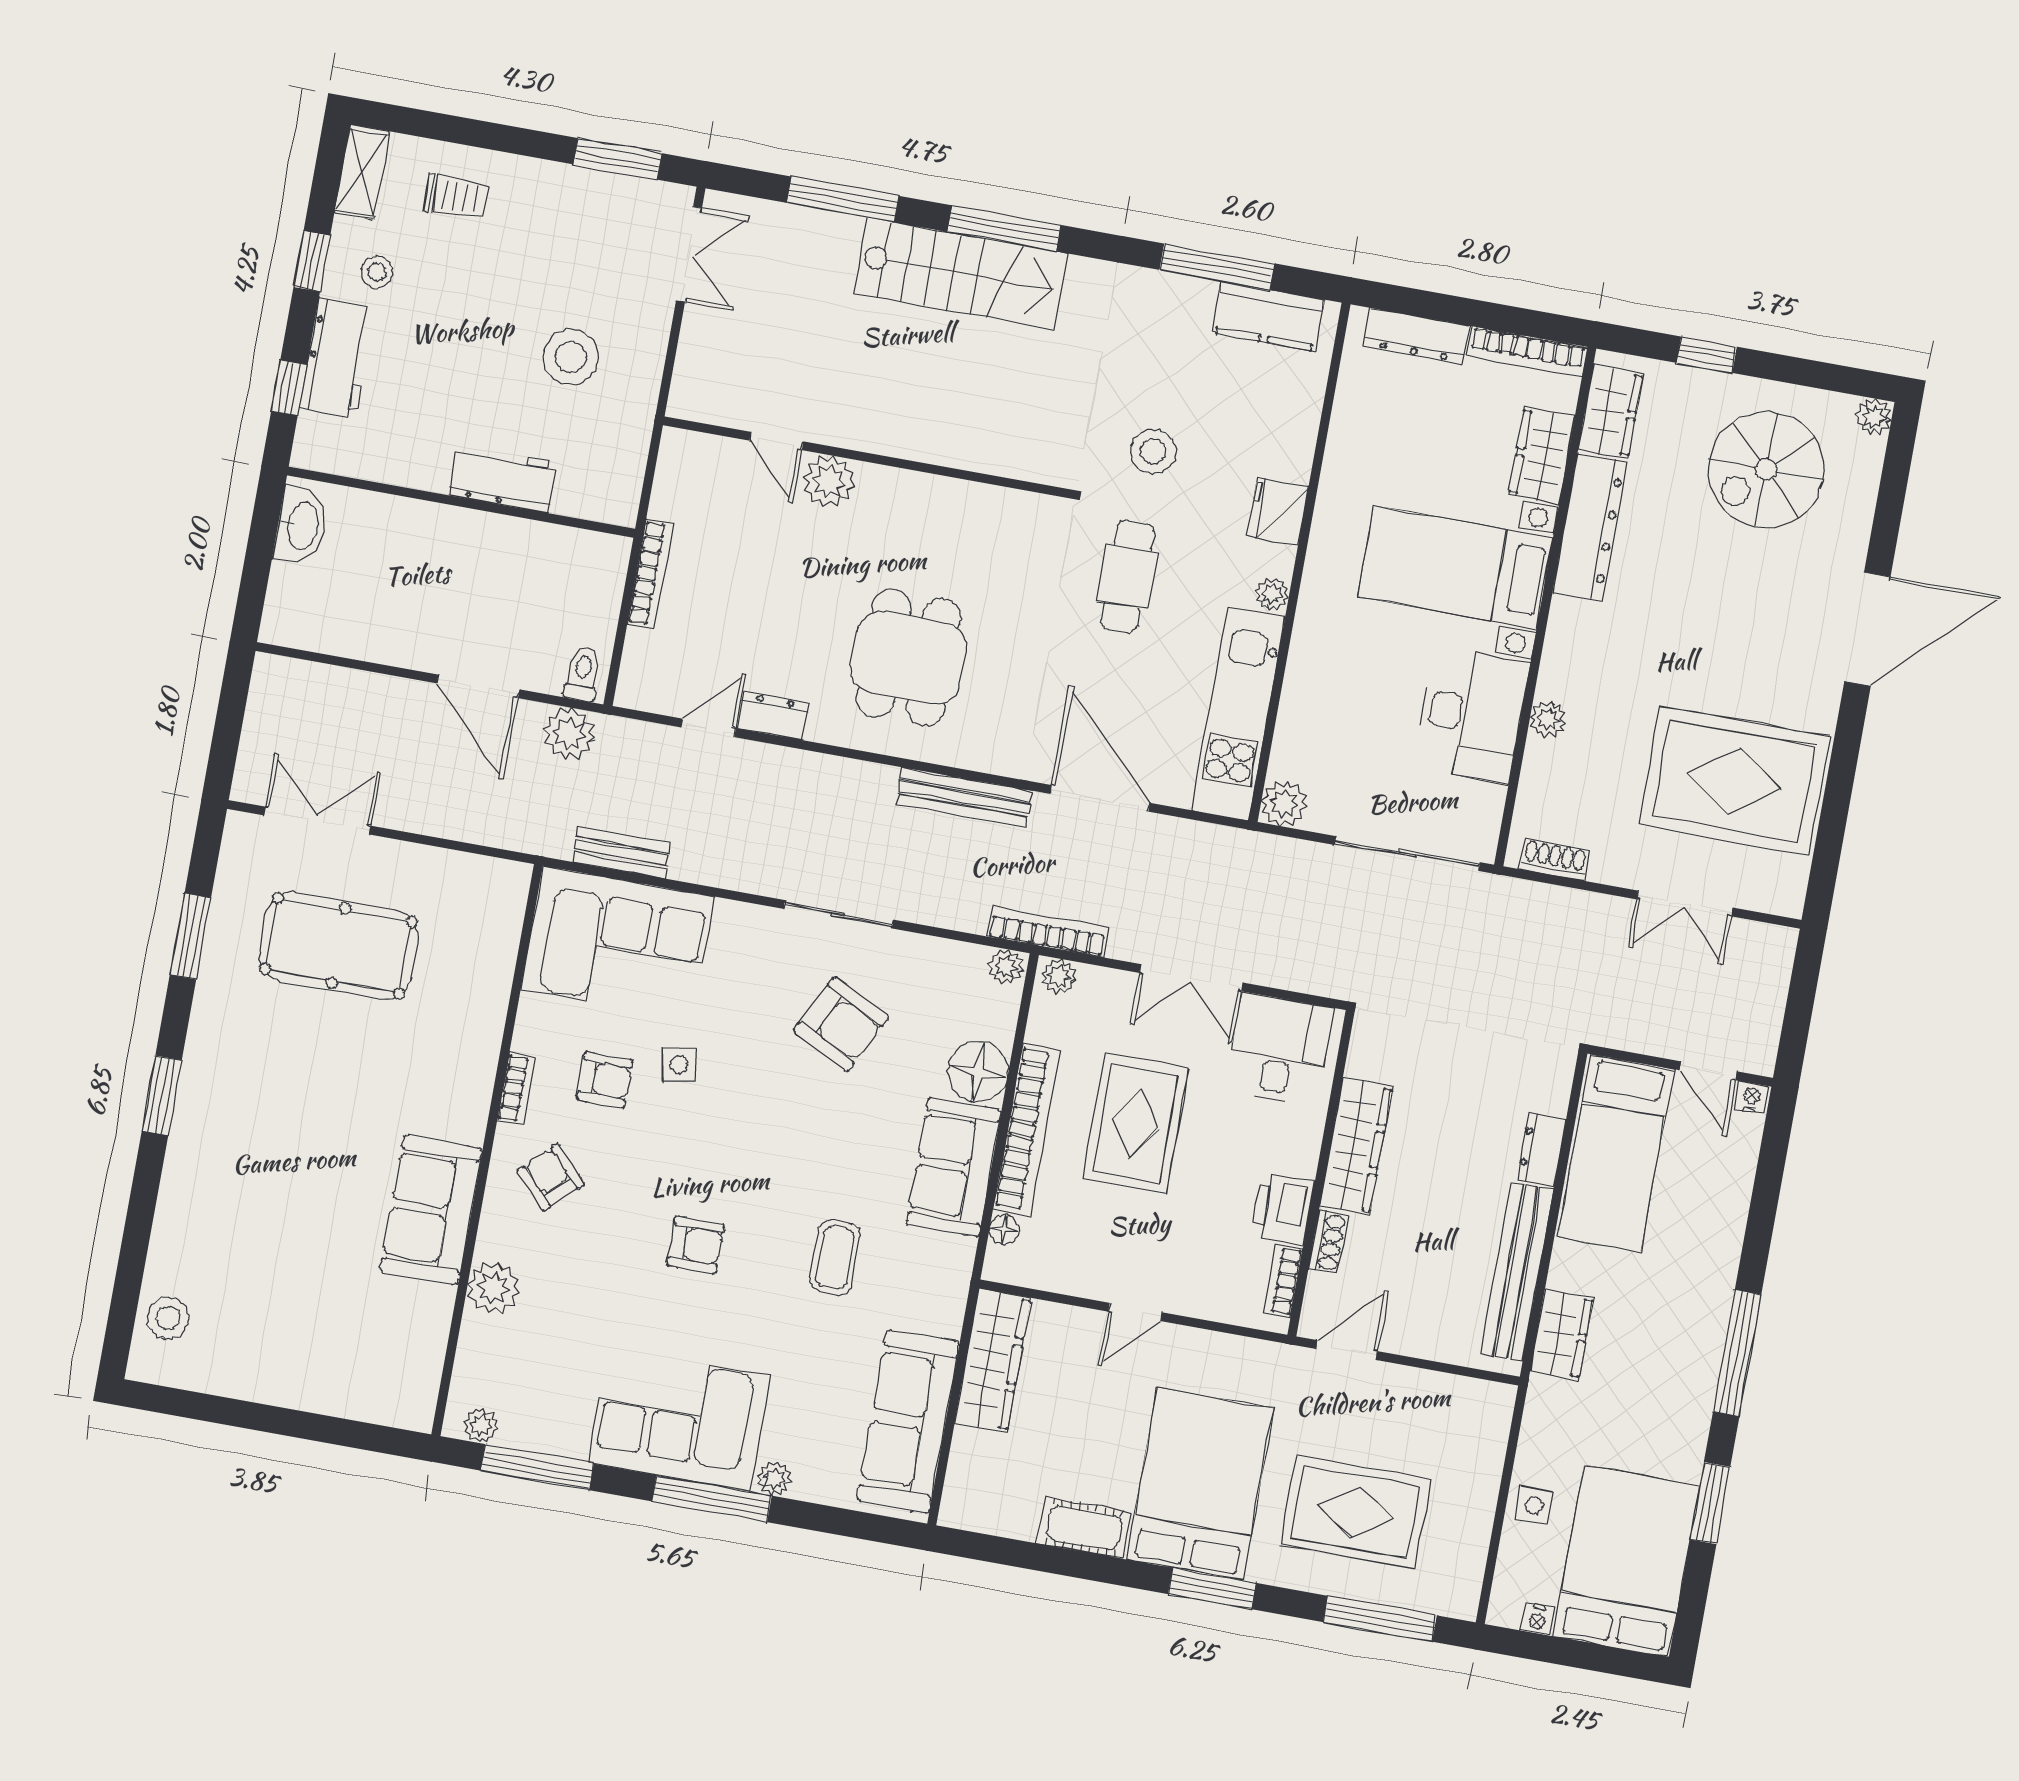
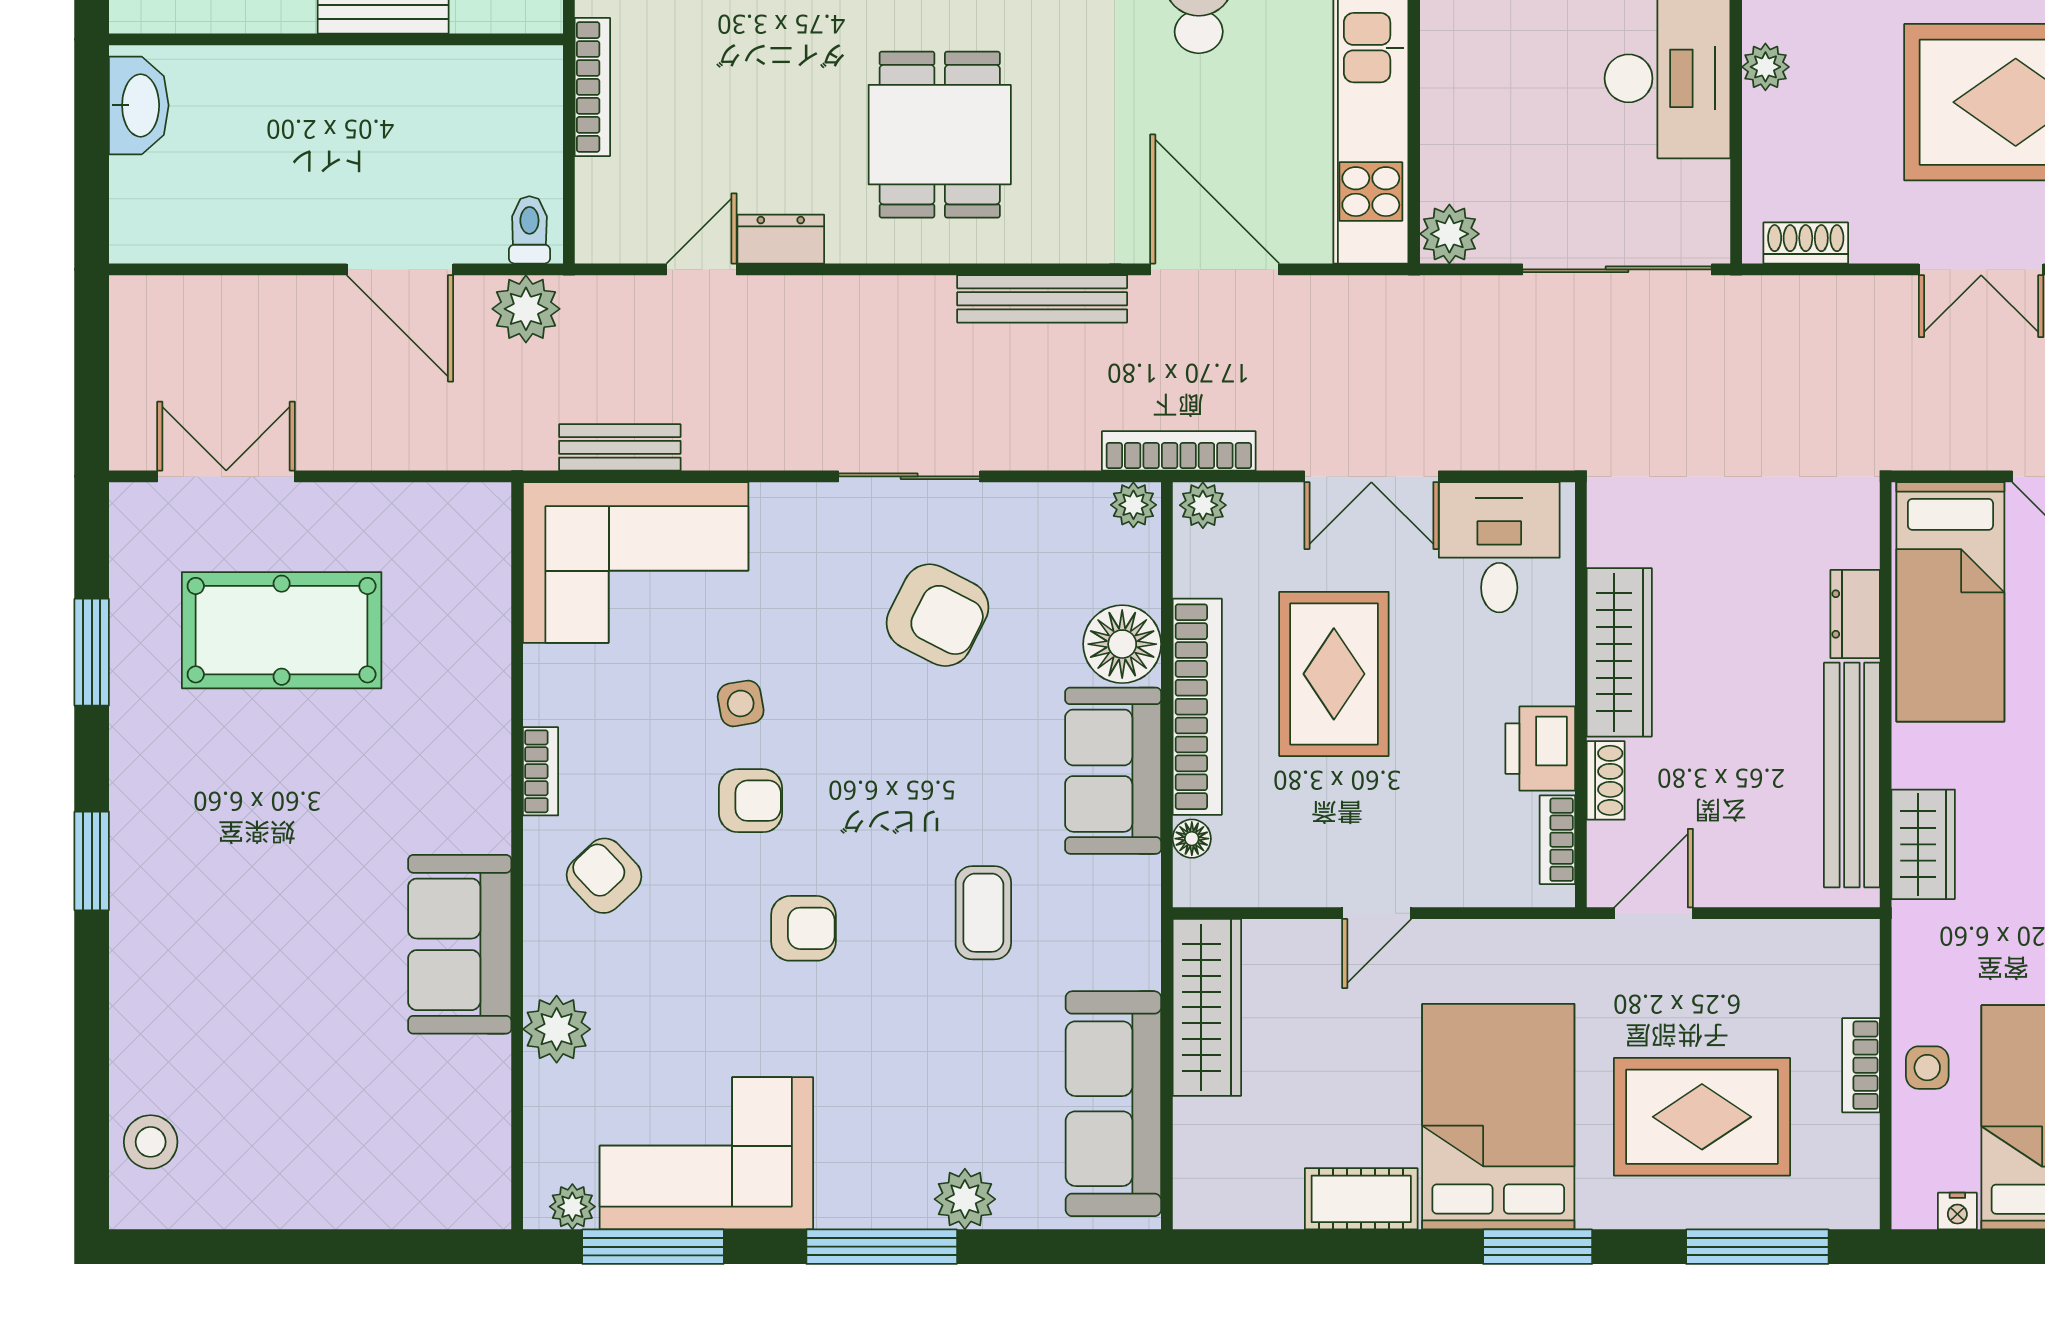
armchair: (605, 1080) -> (751, 801), moved
corner sofa: (680, 1419) -> (706, 1153), moved
plant: (774, 1479) -> (965, 1199), width x1.38, depth x1.38
bookcase: (1484, 1494) -> (1861, 1065), added

